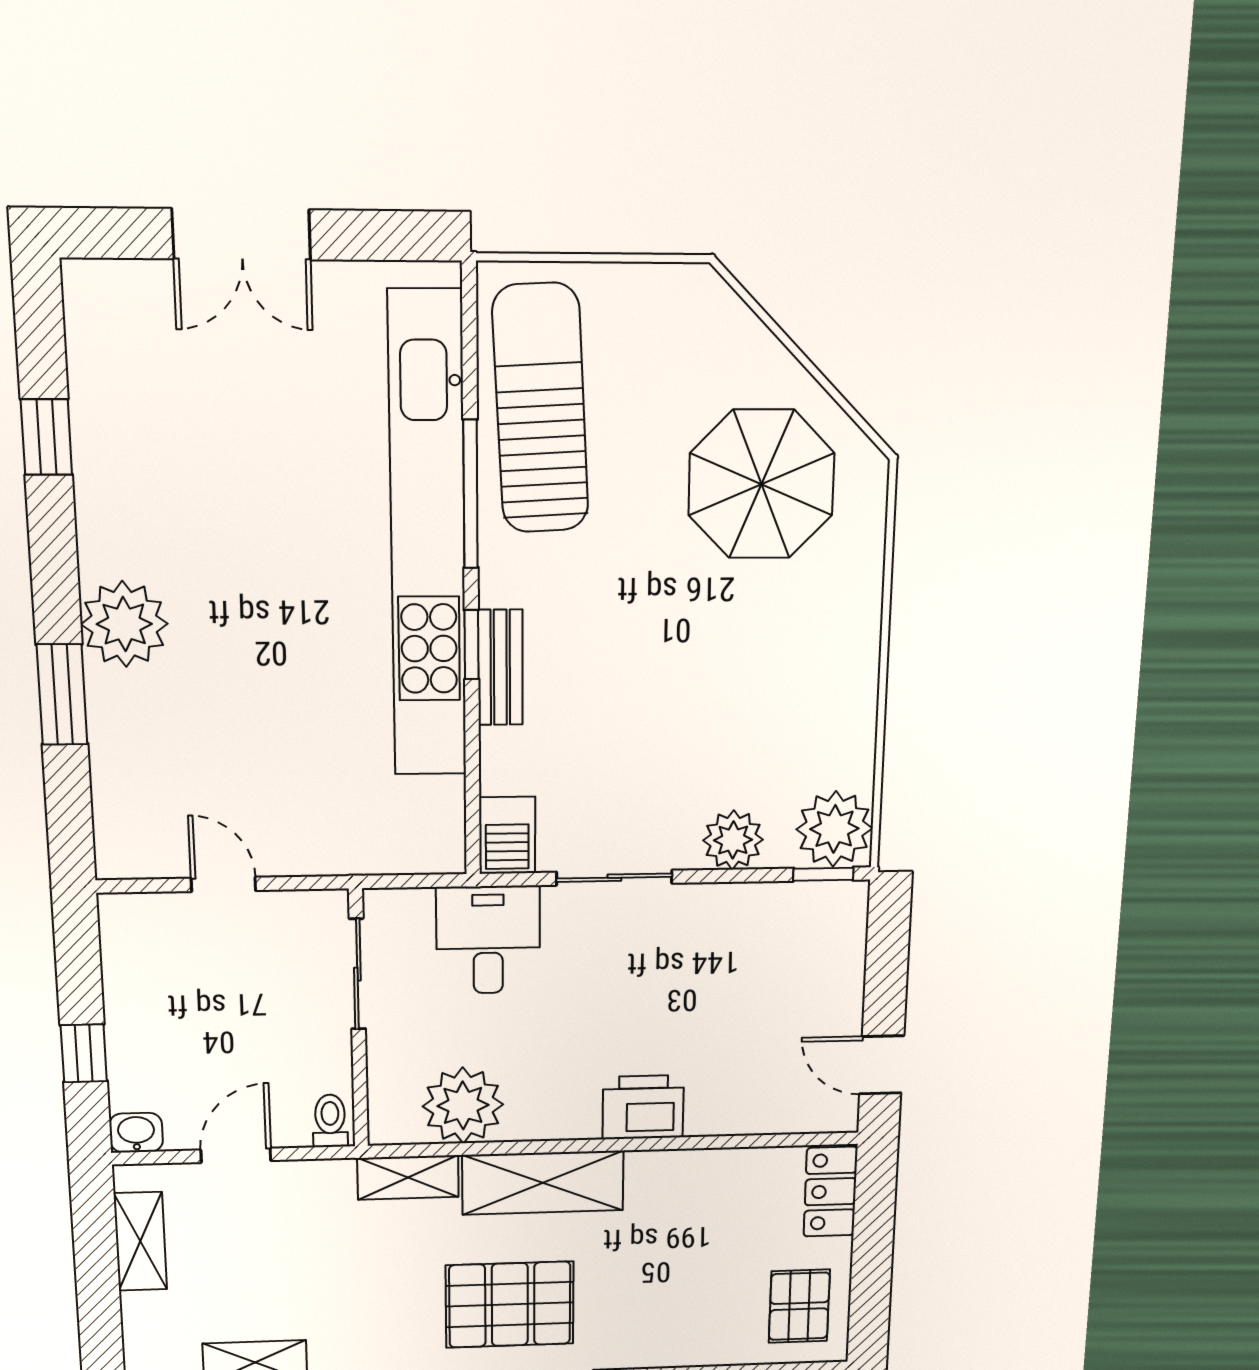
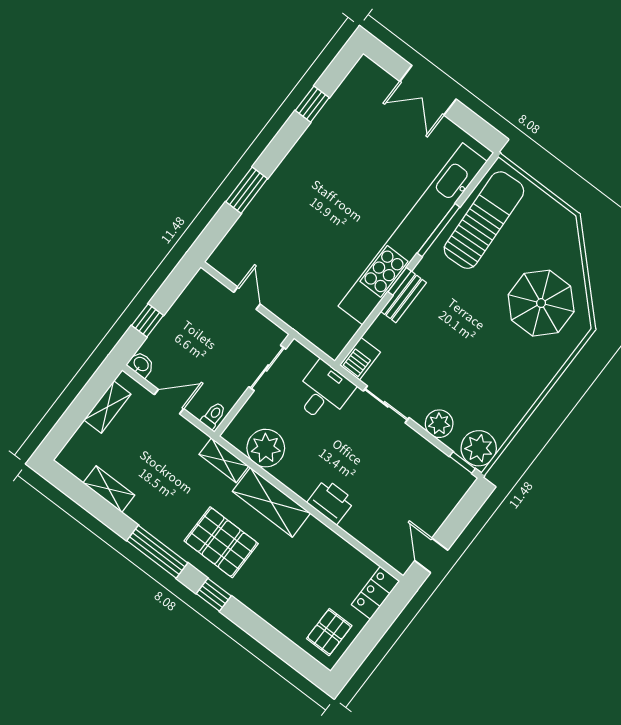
plant: (124, 624) -> (287, 183), removed

